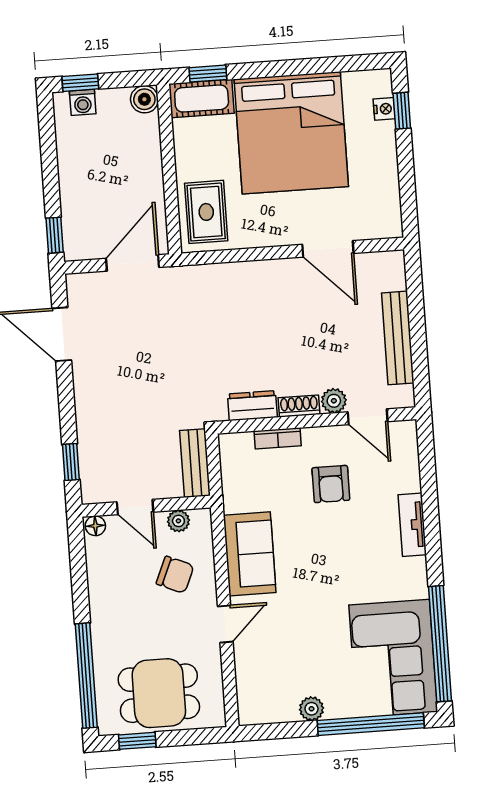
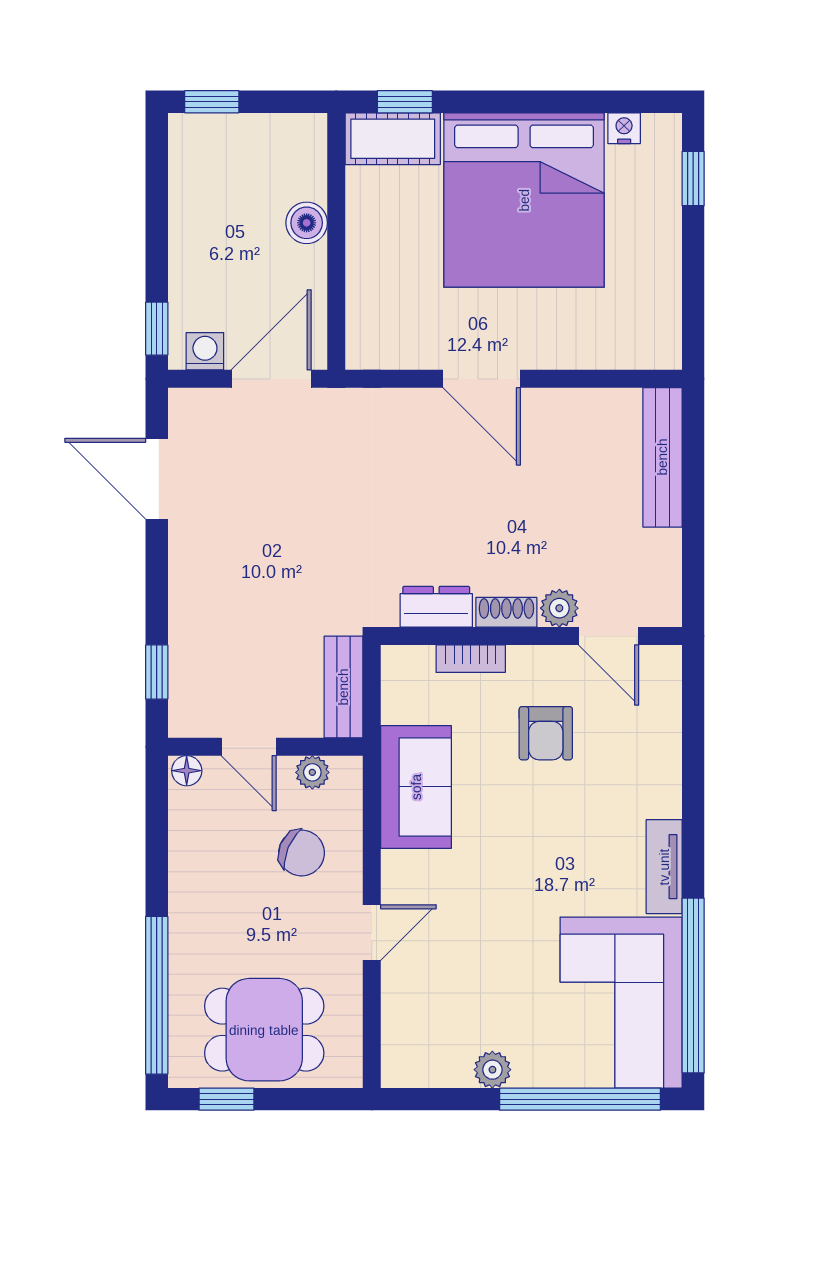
boiler: (144, 99) -> (307, 223), moved
washing machine: (83, 102) -> (205, 351), moved, turned 180
nightstand: (384, 109) -> (624, 128), moved, turned -90
rug: (206, 212) -> (388, 310), removed
door: (328, 249) -> (482, 379), moved
bench: (398, 338) -> (662, 457), moved
tv unit: (412, 525) -> (664, 867), moved
sofa: (250, 554) -> (416, 787), moved

